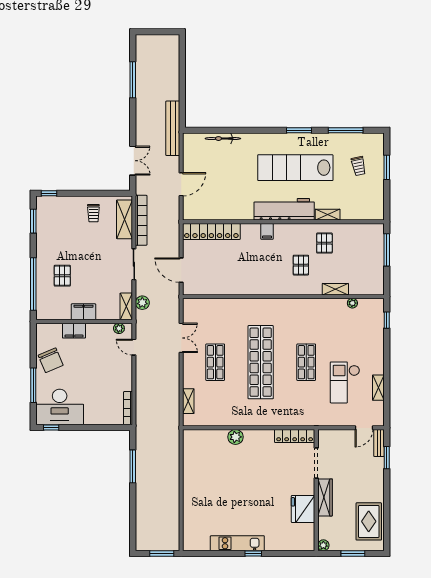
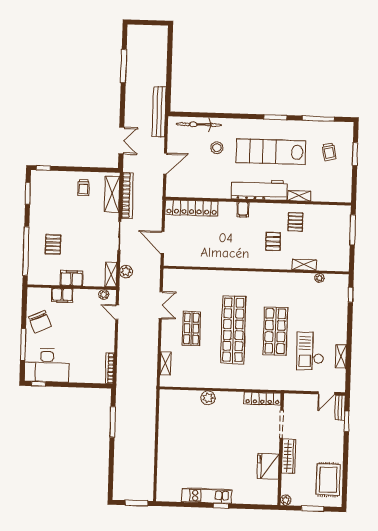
bicycle: (223, 139) -> (199, 125), width x1.37, depth x1.40
stool: (237, 165) -> (217, 148), added
shop shelf: (306, 362) -> (275, 331), width x1.43, depth x1.36

